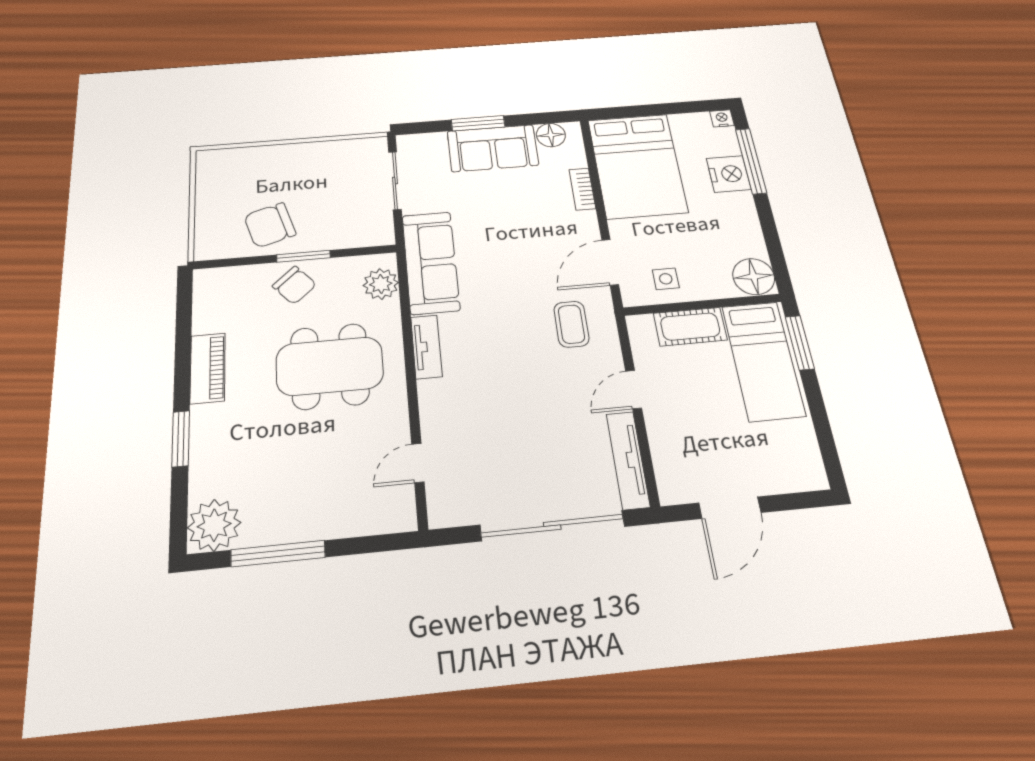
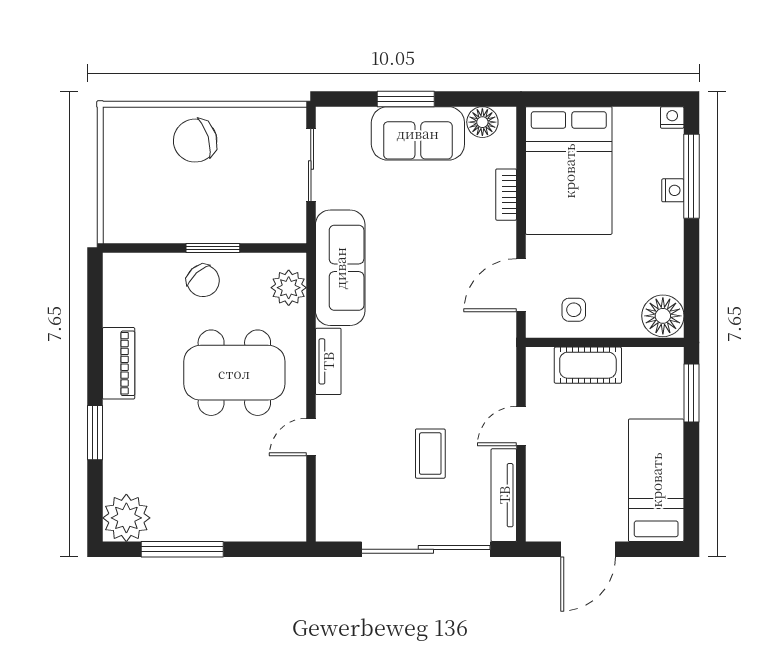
nightstand: (729, 174) -> (673, 190), width x0.53, depth x0.56
chair: (270, 225) -> (195, 141), moved
coffee table: (571, 324) -> (430, 454), moved
bed: (763, 361) -> (656, 480), moved, turned 180
door: (418, 463) -> (311, 437), moved

